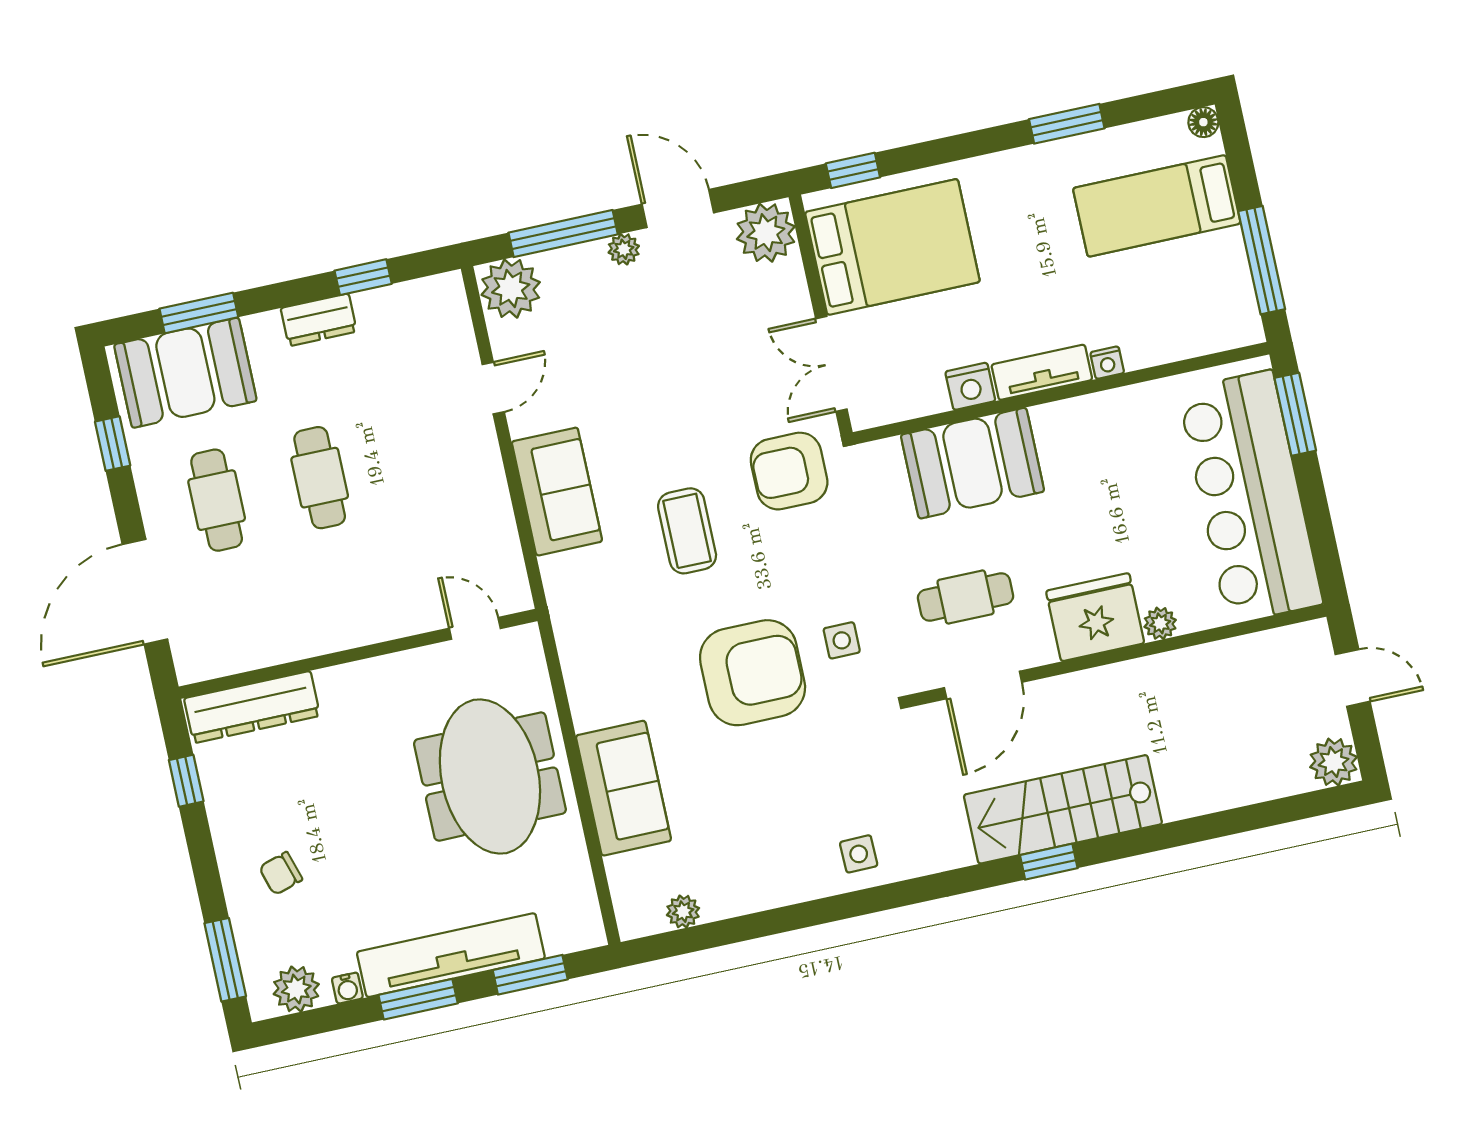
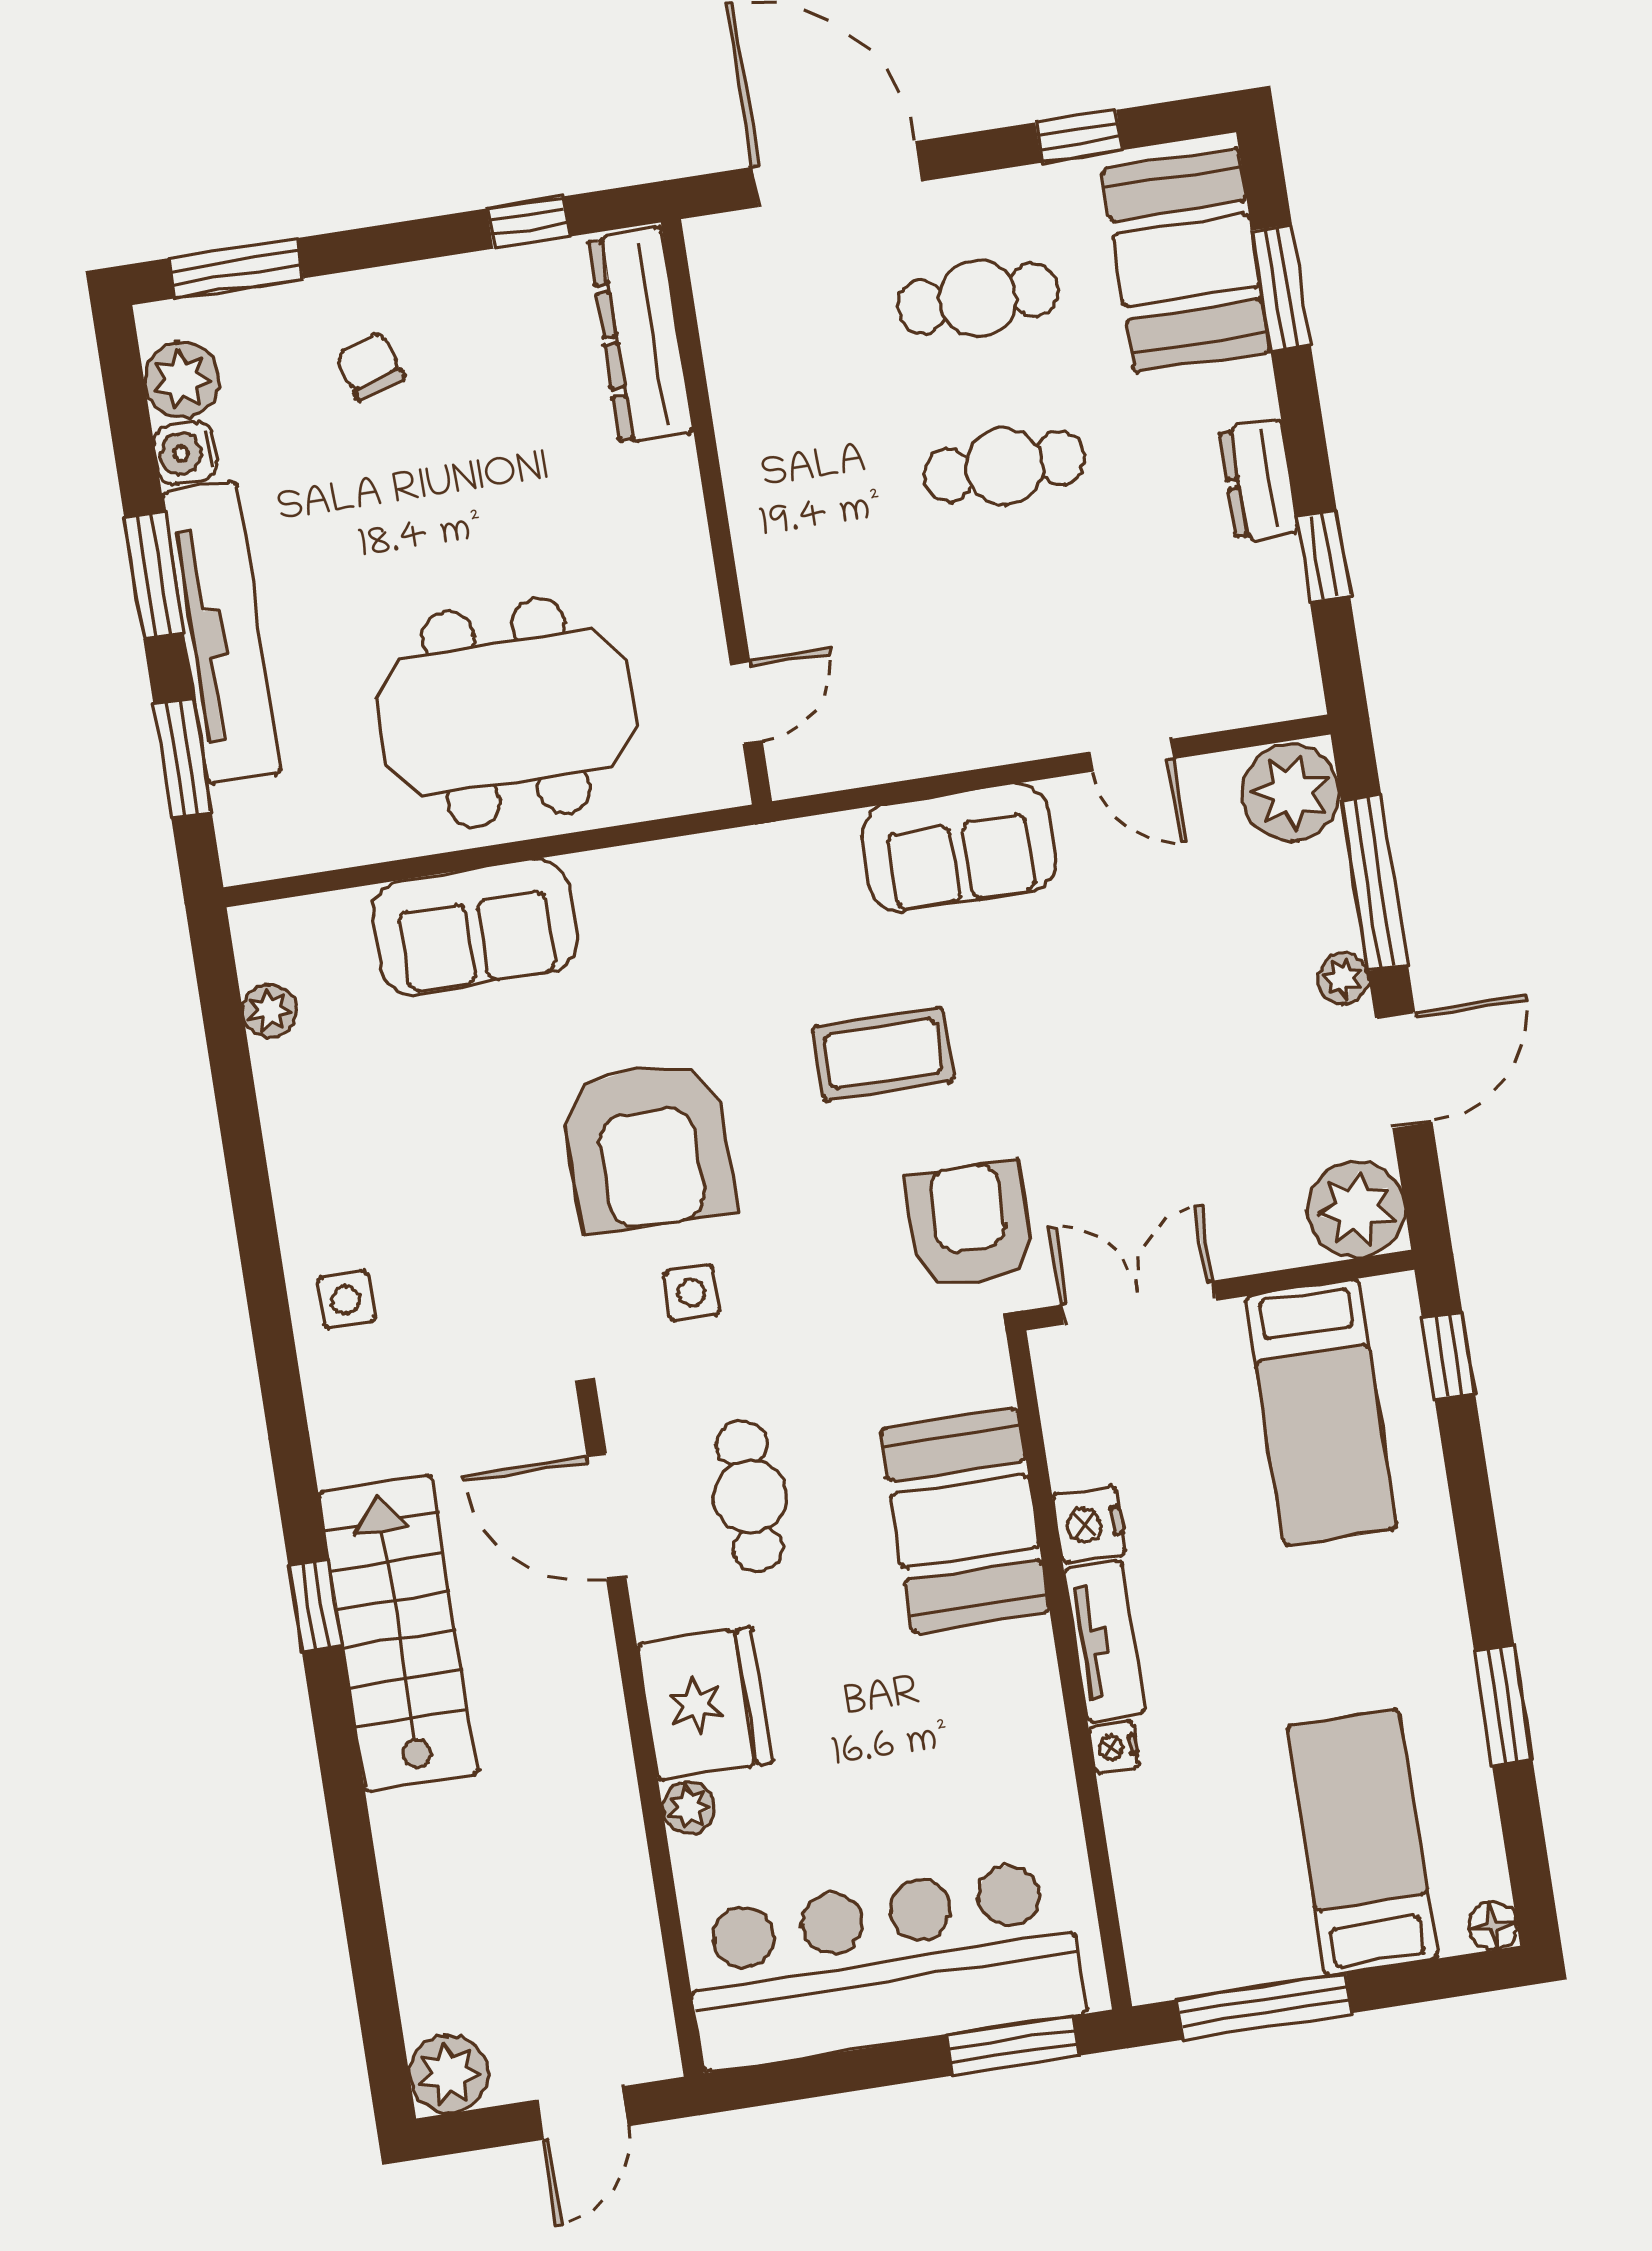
bed: (892, 247) -> (1321, 1412), width x0.67
water cooler: (347, 988) -> (186, 453), width x1.38, depth x1.38

